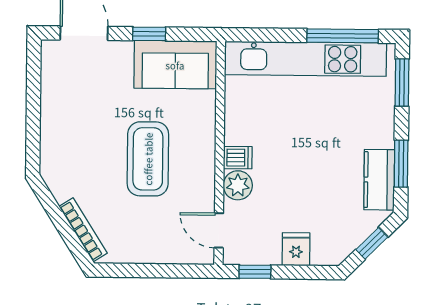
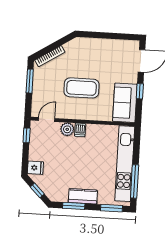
kitchen counter: (379, 180) -> (83, 196), moved
fridge: (296, 249) -> (35, 168), moved
window: (138, 271) -> (30, 81), added

